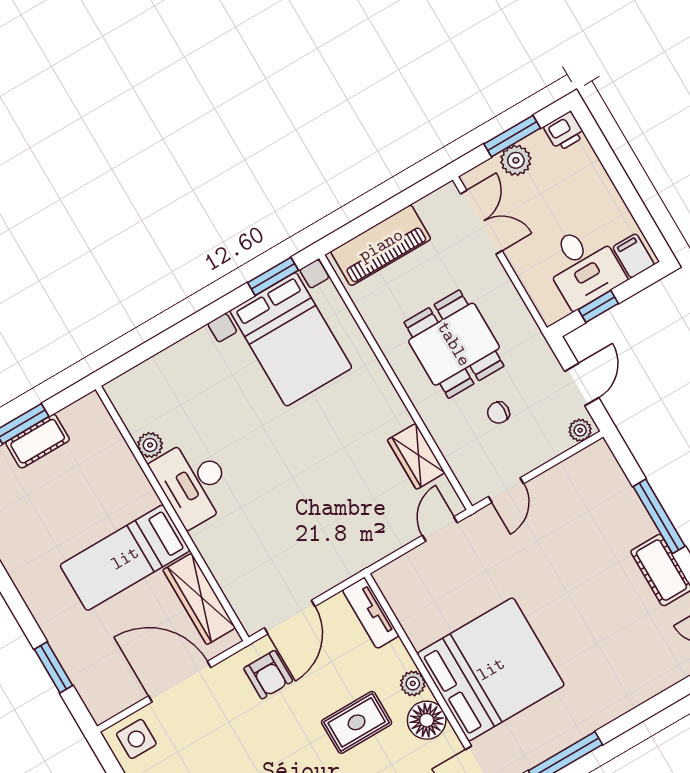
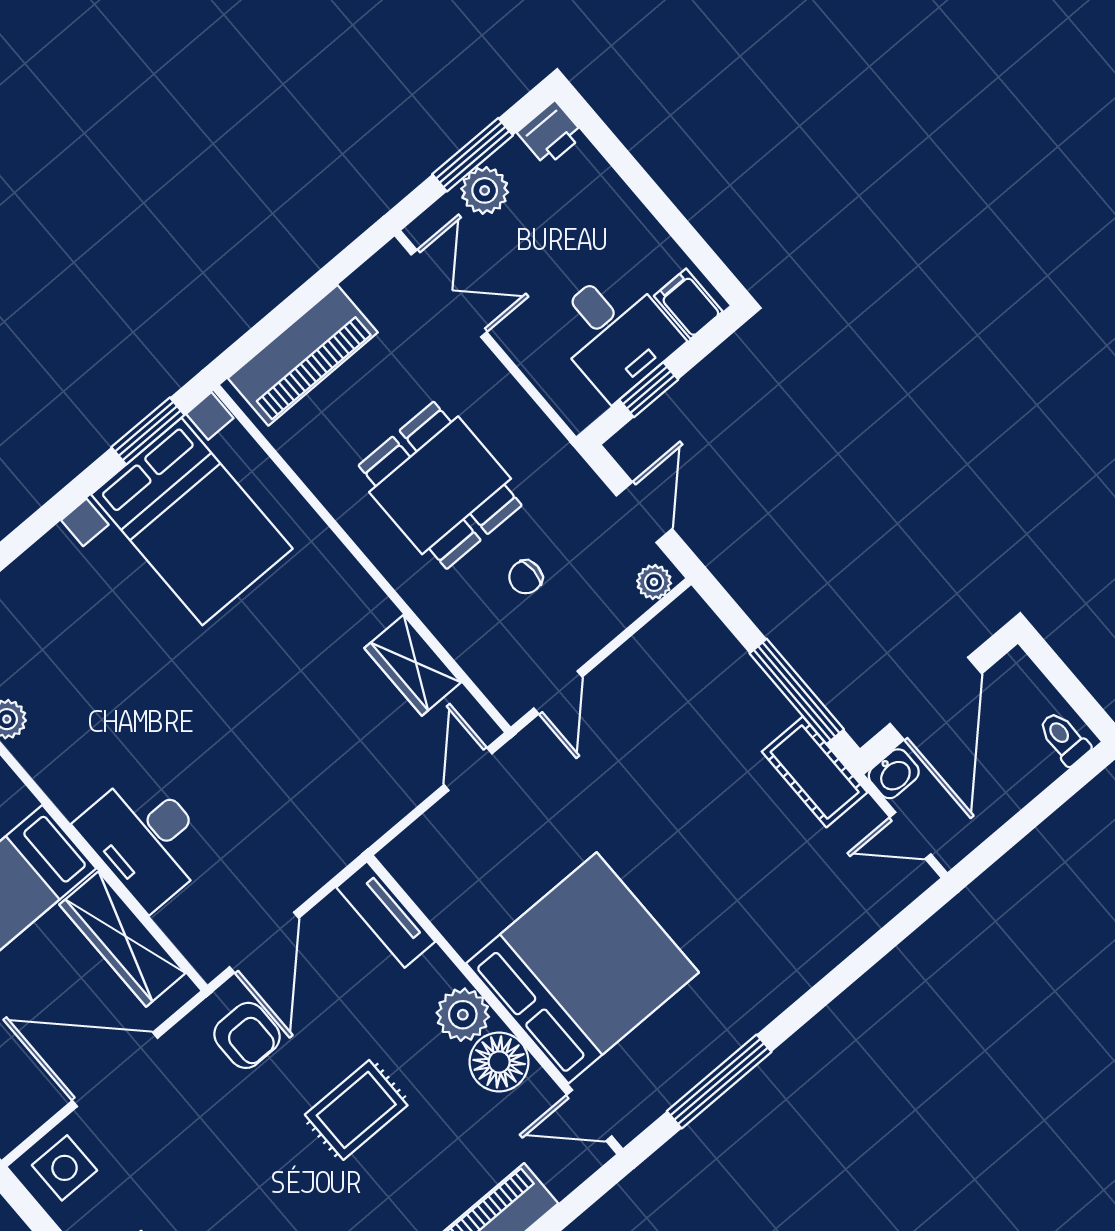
desk: (193, 483) -> (146, 839), moved
plant: (413, 683) -> (463, 1015), width x1.38, depth x1.38
rug: (357, 722) -> (356, 1110), moved

